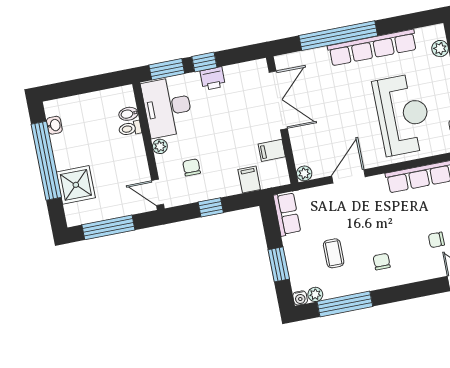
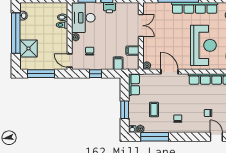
double door: (278, 100) -> (141, 26), width x0.73
door: (349, 176) -> (169, 72), hinge flipped

